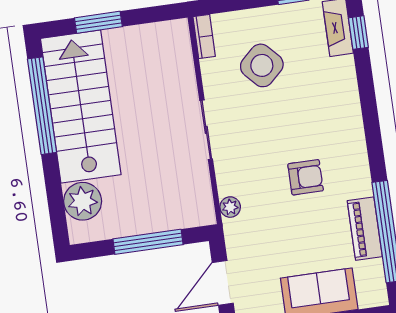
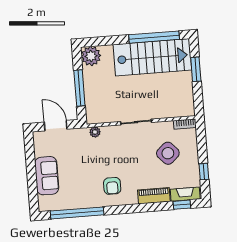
armchair: (306, 177) -> (112, 186), moved
plant: (83, 201) -> (91, 56), moved
piano: (365, 229) -> (154, 196), moved

